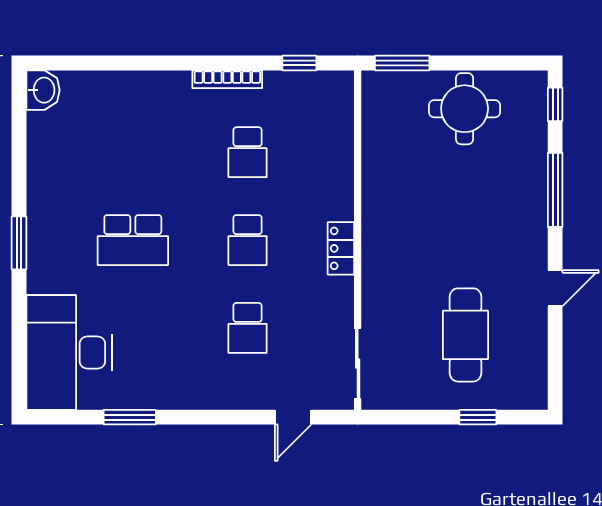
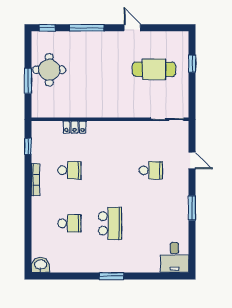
window: (402, 63) -> (28, 81), moved
school desk: (248, 240) -> (69, 223), moved
locker: (341, 248) -> (74, 127), moved
desk: (69, 353) -> (174, 257), width x0.53, depth x0.77
window: (130, 417) -> (192, 208), moved
door: (293, 417) -> (192, 160), moved

